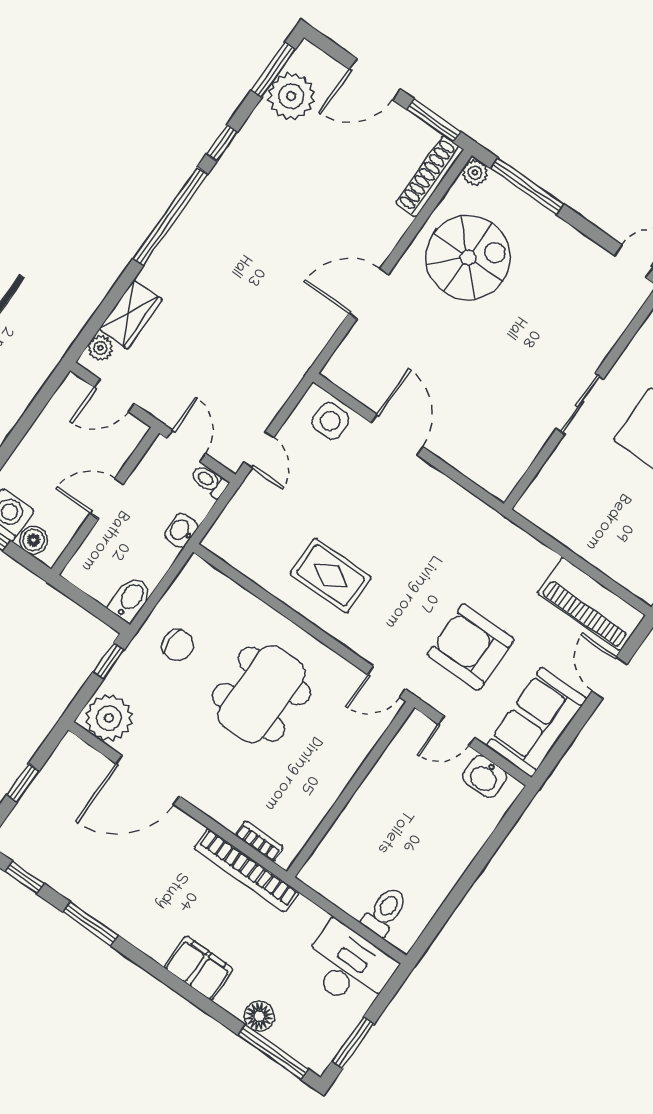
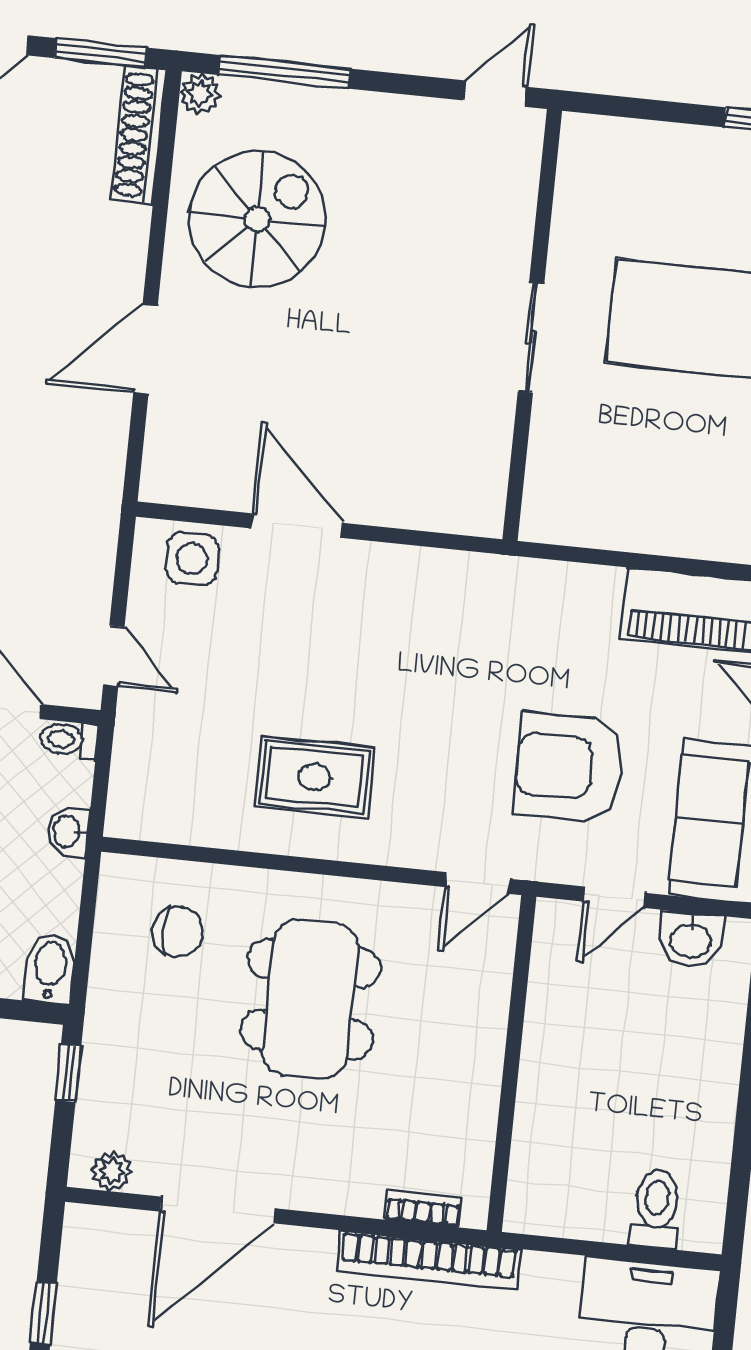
chair: (178, 645) -> (178, 932), moved
plant: (109, 718) -> (112, 1171), width x0.53, depth x0.53

